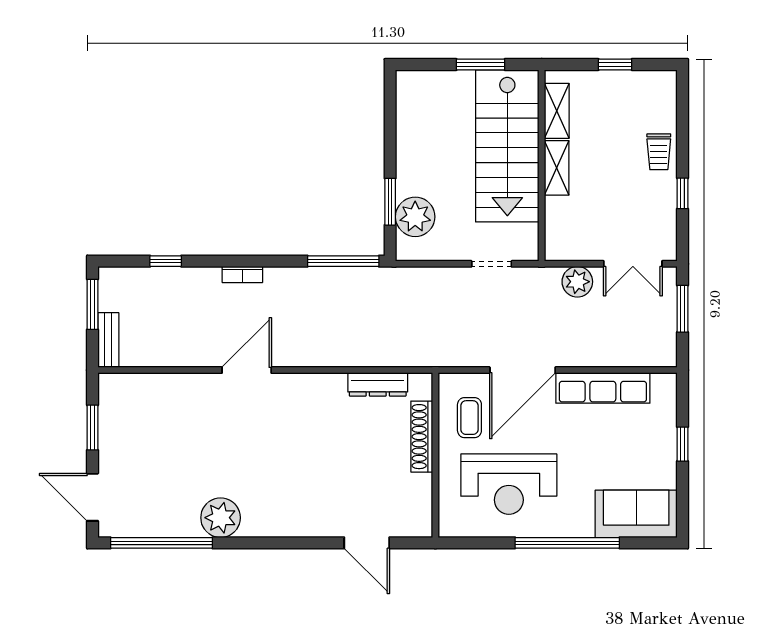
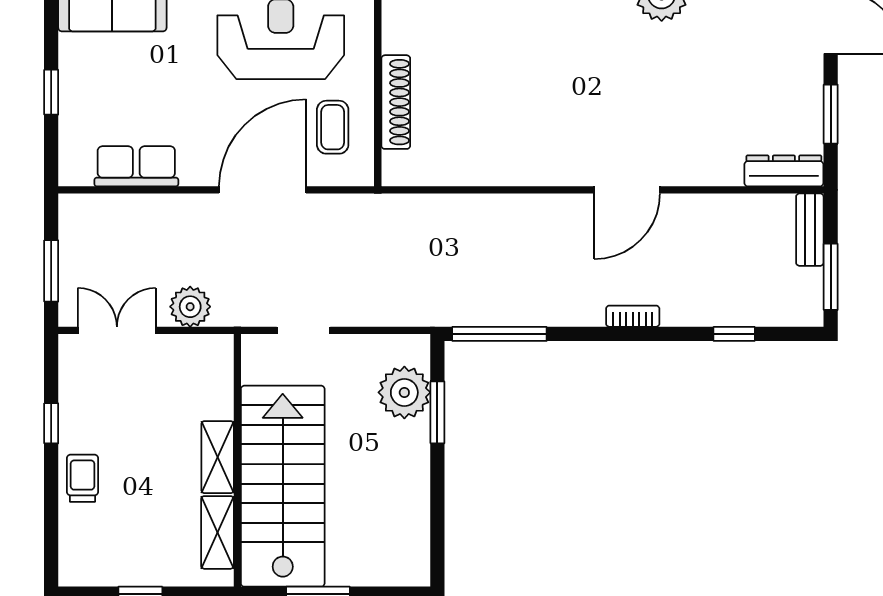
dresser: (378, 384) -> (784, 171), moved
row of seats: (603, 388) -> (136, 166), width x0.68

